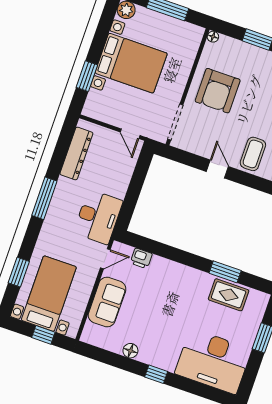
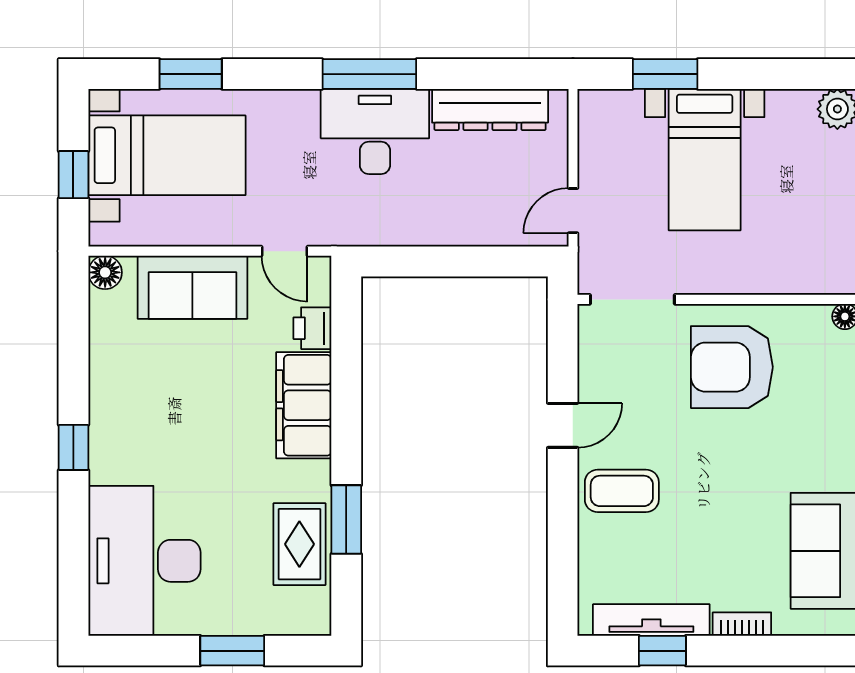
bed with nightstands: (131, 63) -> (705, 160), width x0.73
desk: (98, 217) -> (375, 131), moved, turned 180
filing cabinet: (172, 273) -> (304, 405), added
floor lamp: (130, 351) -> (105, 272), moved

